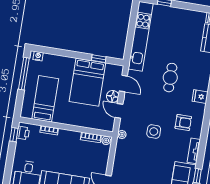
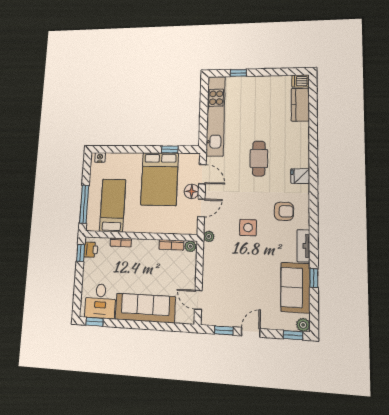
window: (24, 74) -> (84, 204), moved
door: (119, 111) -> (201, 208), swing flipped

